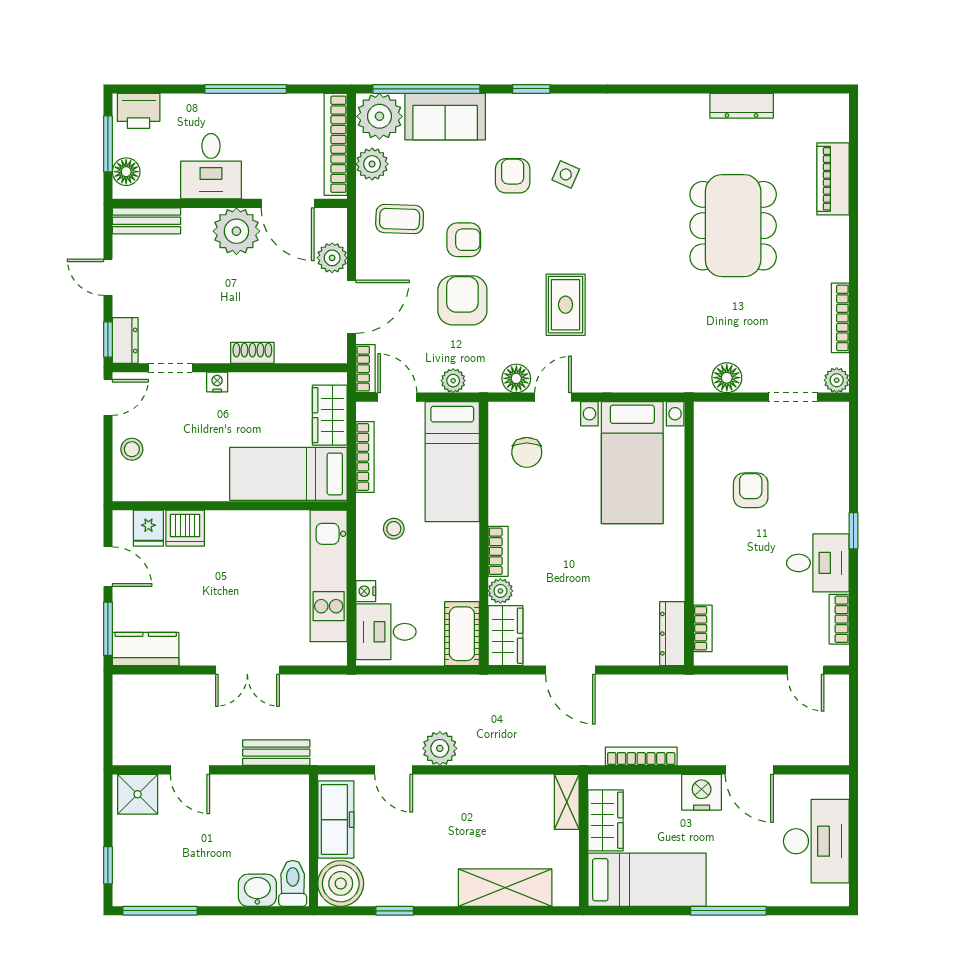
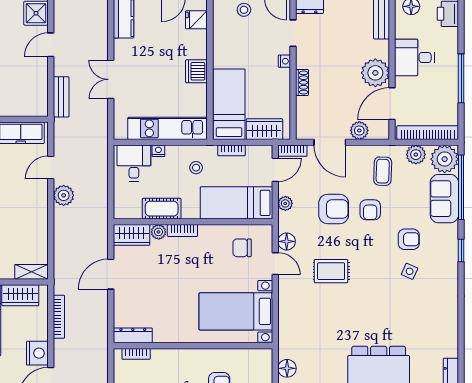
bookcase: (365, 457) -> (232, 150), width x0.64
dishwasher: (185, 528) -> (196, 71), moved
cot: (462, 634) -> (162, 209), moved

